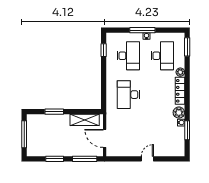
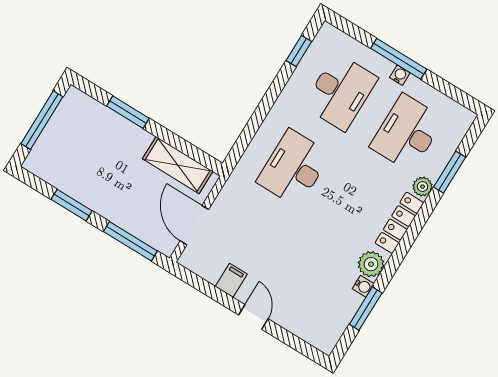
window: (187, 47) -> (450, 172), moved
desk: (162, 56) -> (407, 133), turned 180
filing cabinet: (131, 150) -> (231, 280), added
door: (147, 159) -> (253, 317), hinge flipped

